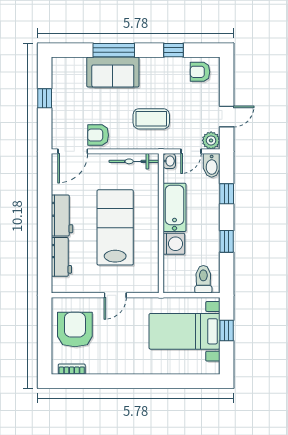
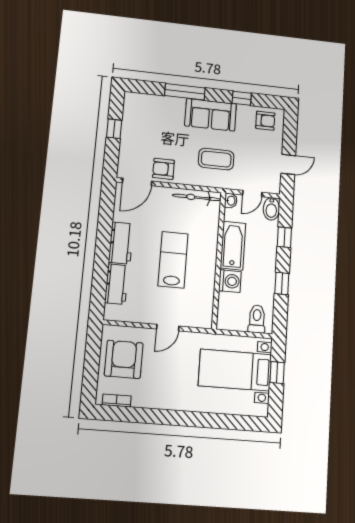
sofa: (113, 72) -> (211, 115), moved
armchair: (200, 72) -> (265, 121), turned 180
plant: (211, 140) -> (272, 185), removed
lab bench: (115, 227) -> (173, 260), width x0.73, depth x0.72

